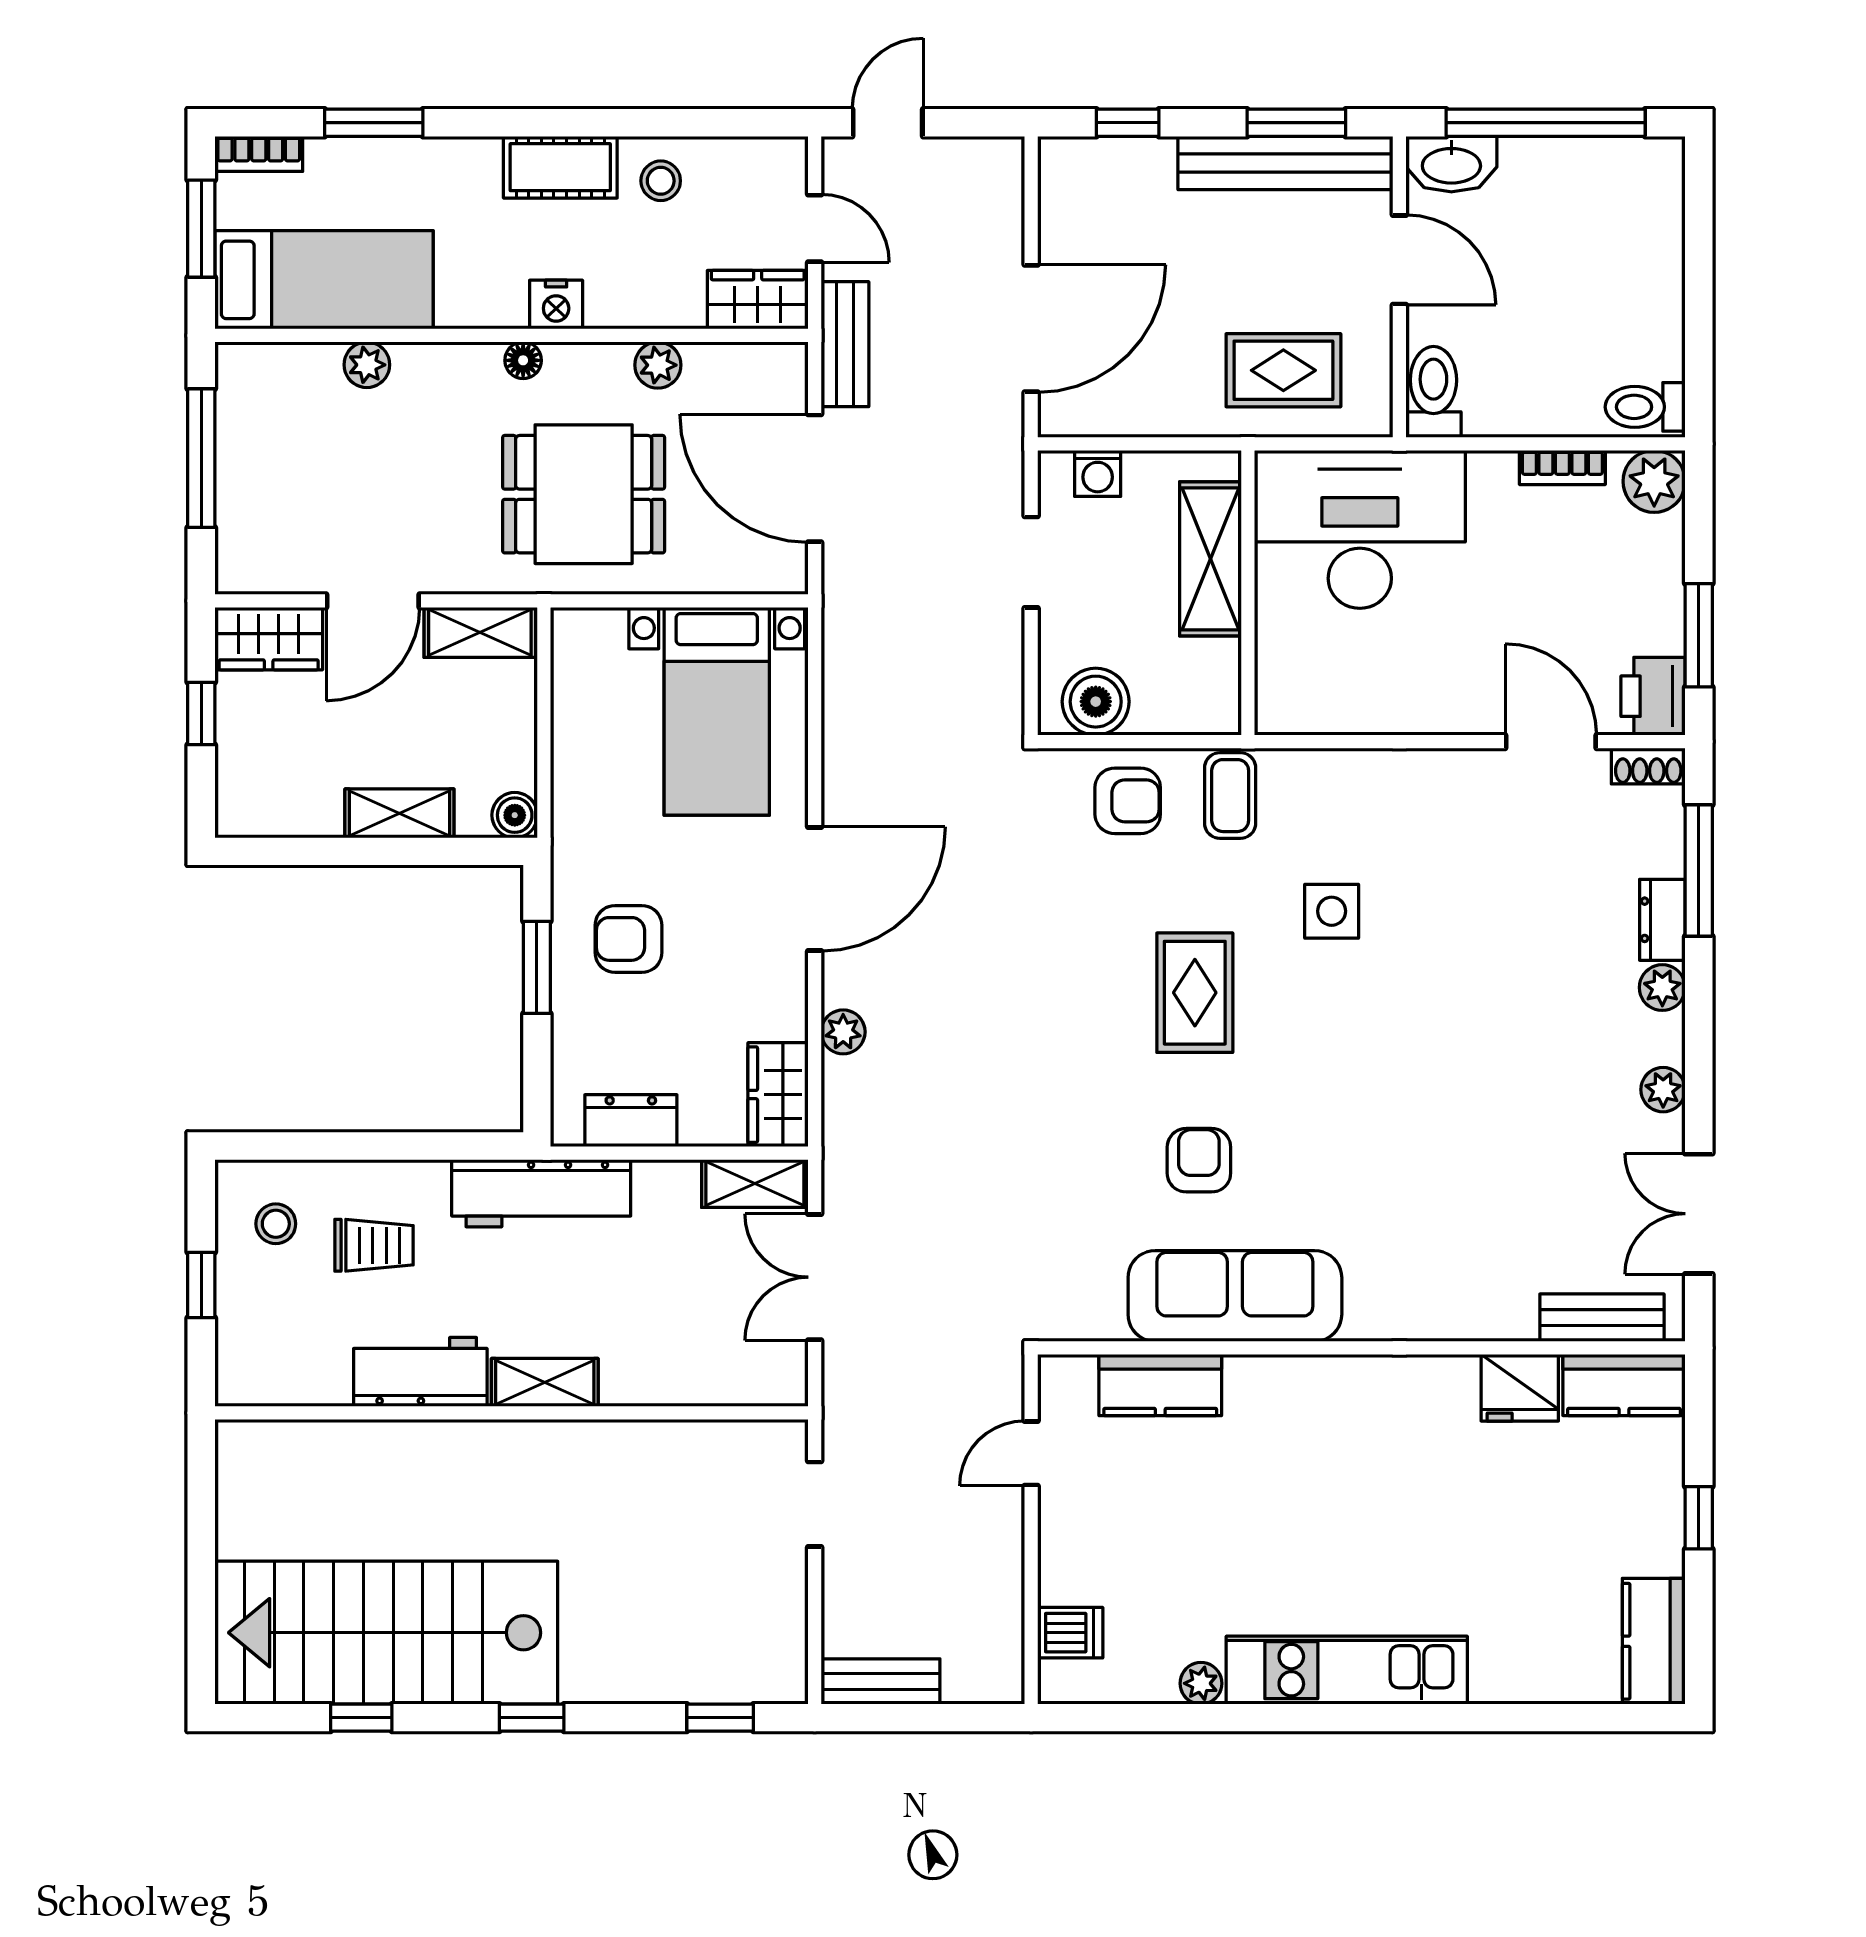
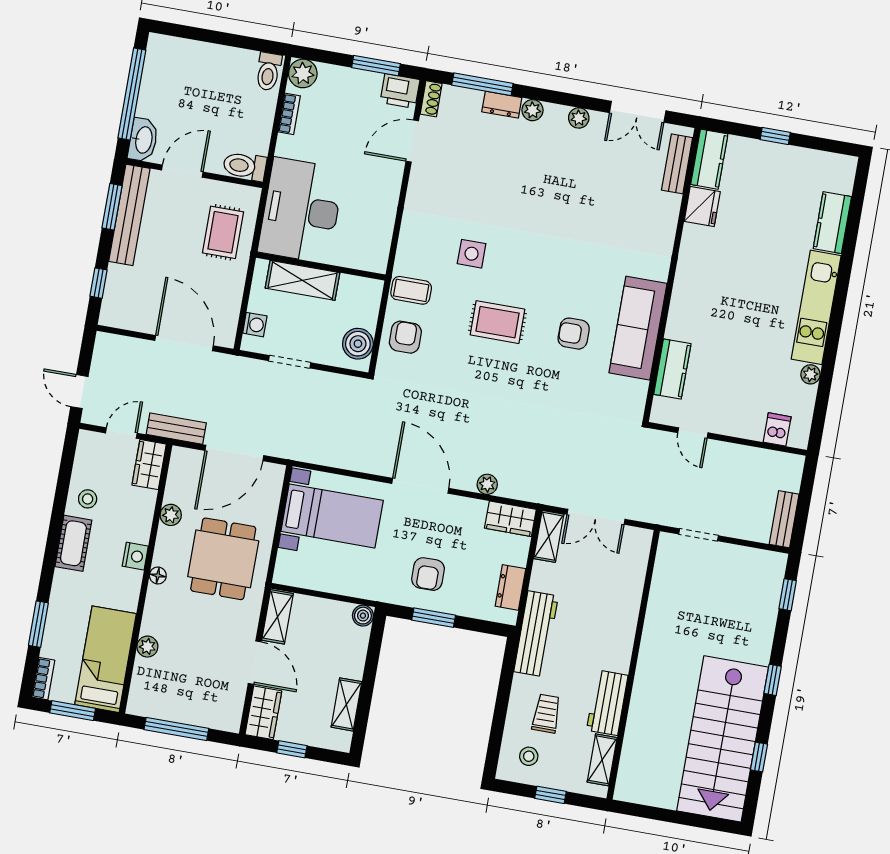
shelving: (399, 813) -> (346, 704), moved
shelving: (545, 1382) -> (602, 760), moved
kitchen counter: (1654, 1641) -> (832, 223), moved, turned 90

